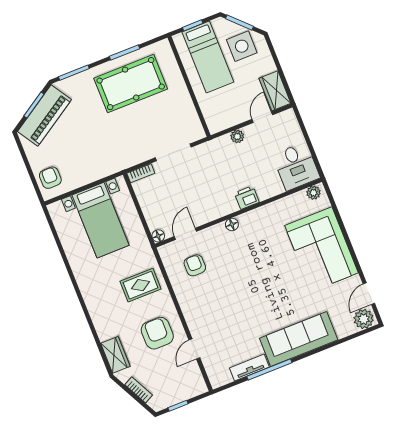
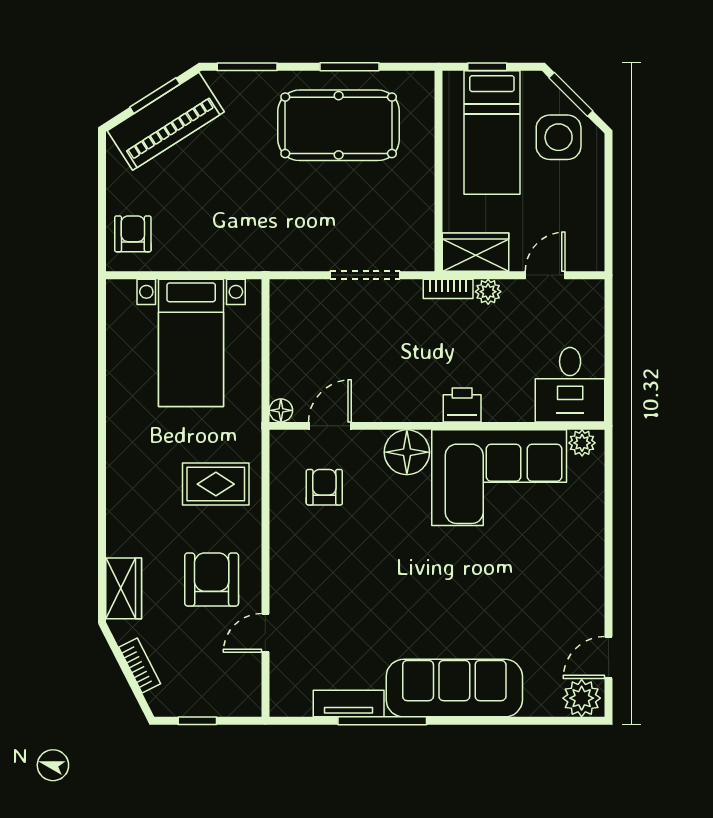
wardrobe: (275, 91) -> (476, 252), moved, turned 90
bookcase: (141, 173) -> (448, 289), moved
floor lamp: (232, 224) -> (407, 452), width x1.89, depth x1.89
corner sofa: (321, 249) -> (499, 478), moved, turned -90

